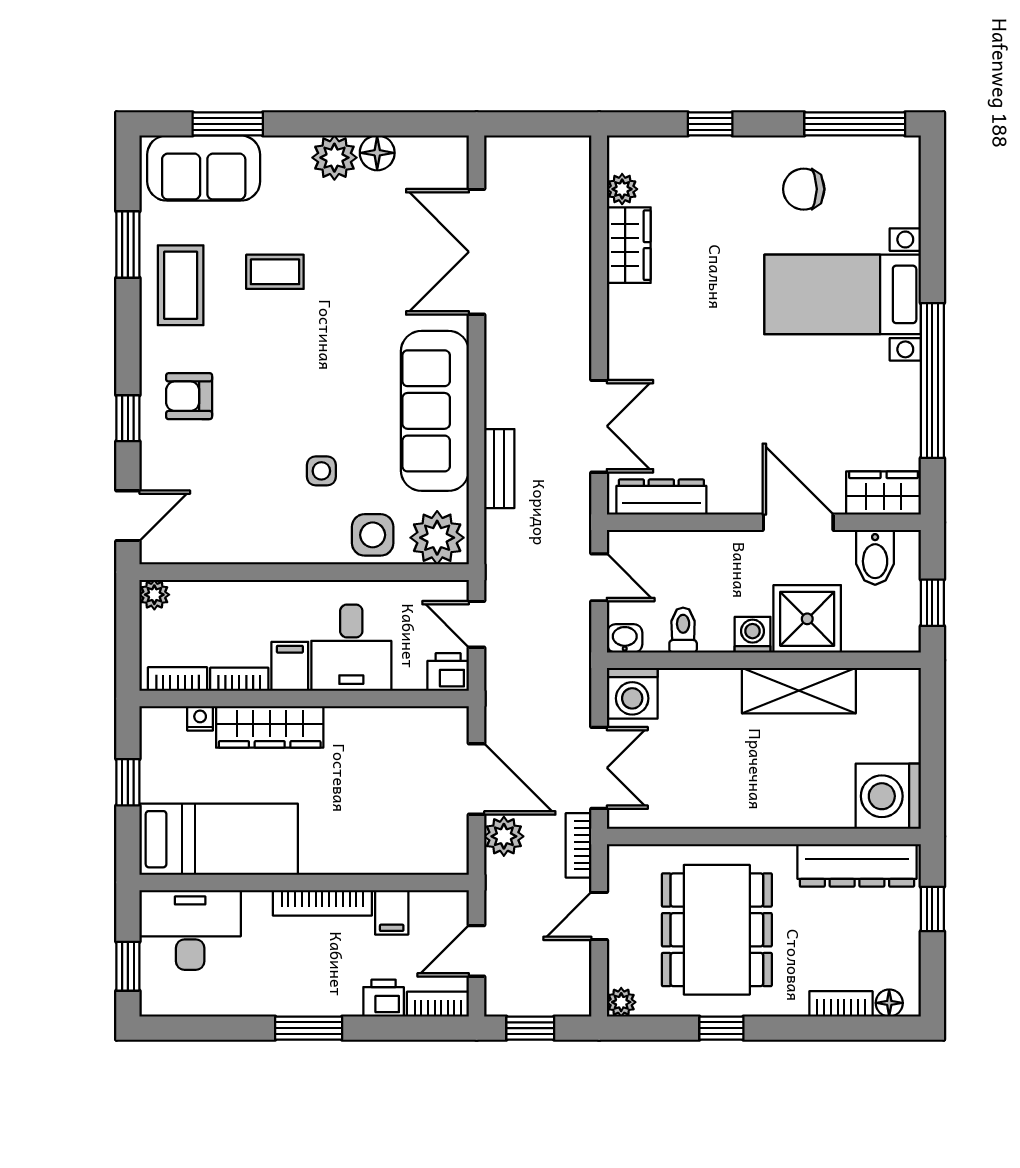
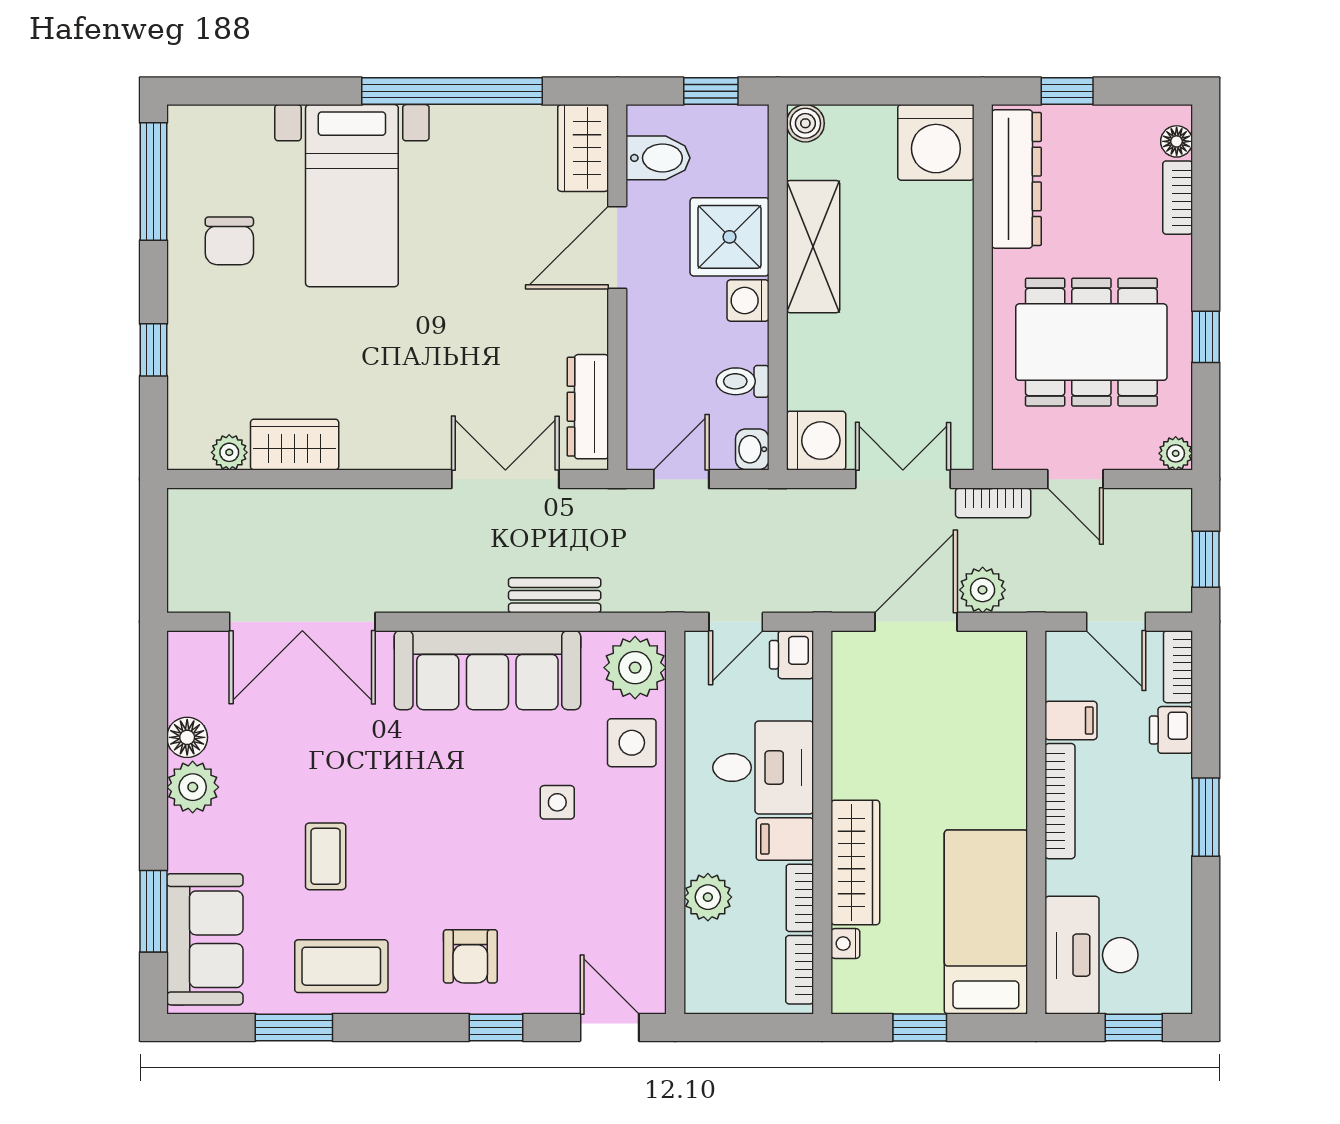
plant: (154, 595) -> (708, 897), moved, width x1.38, depth x1.38
boiler: (905, 684) -> (805, 123), added

